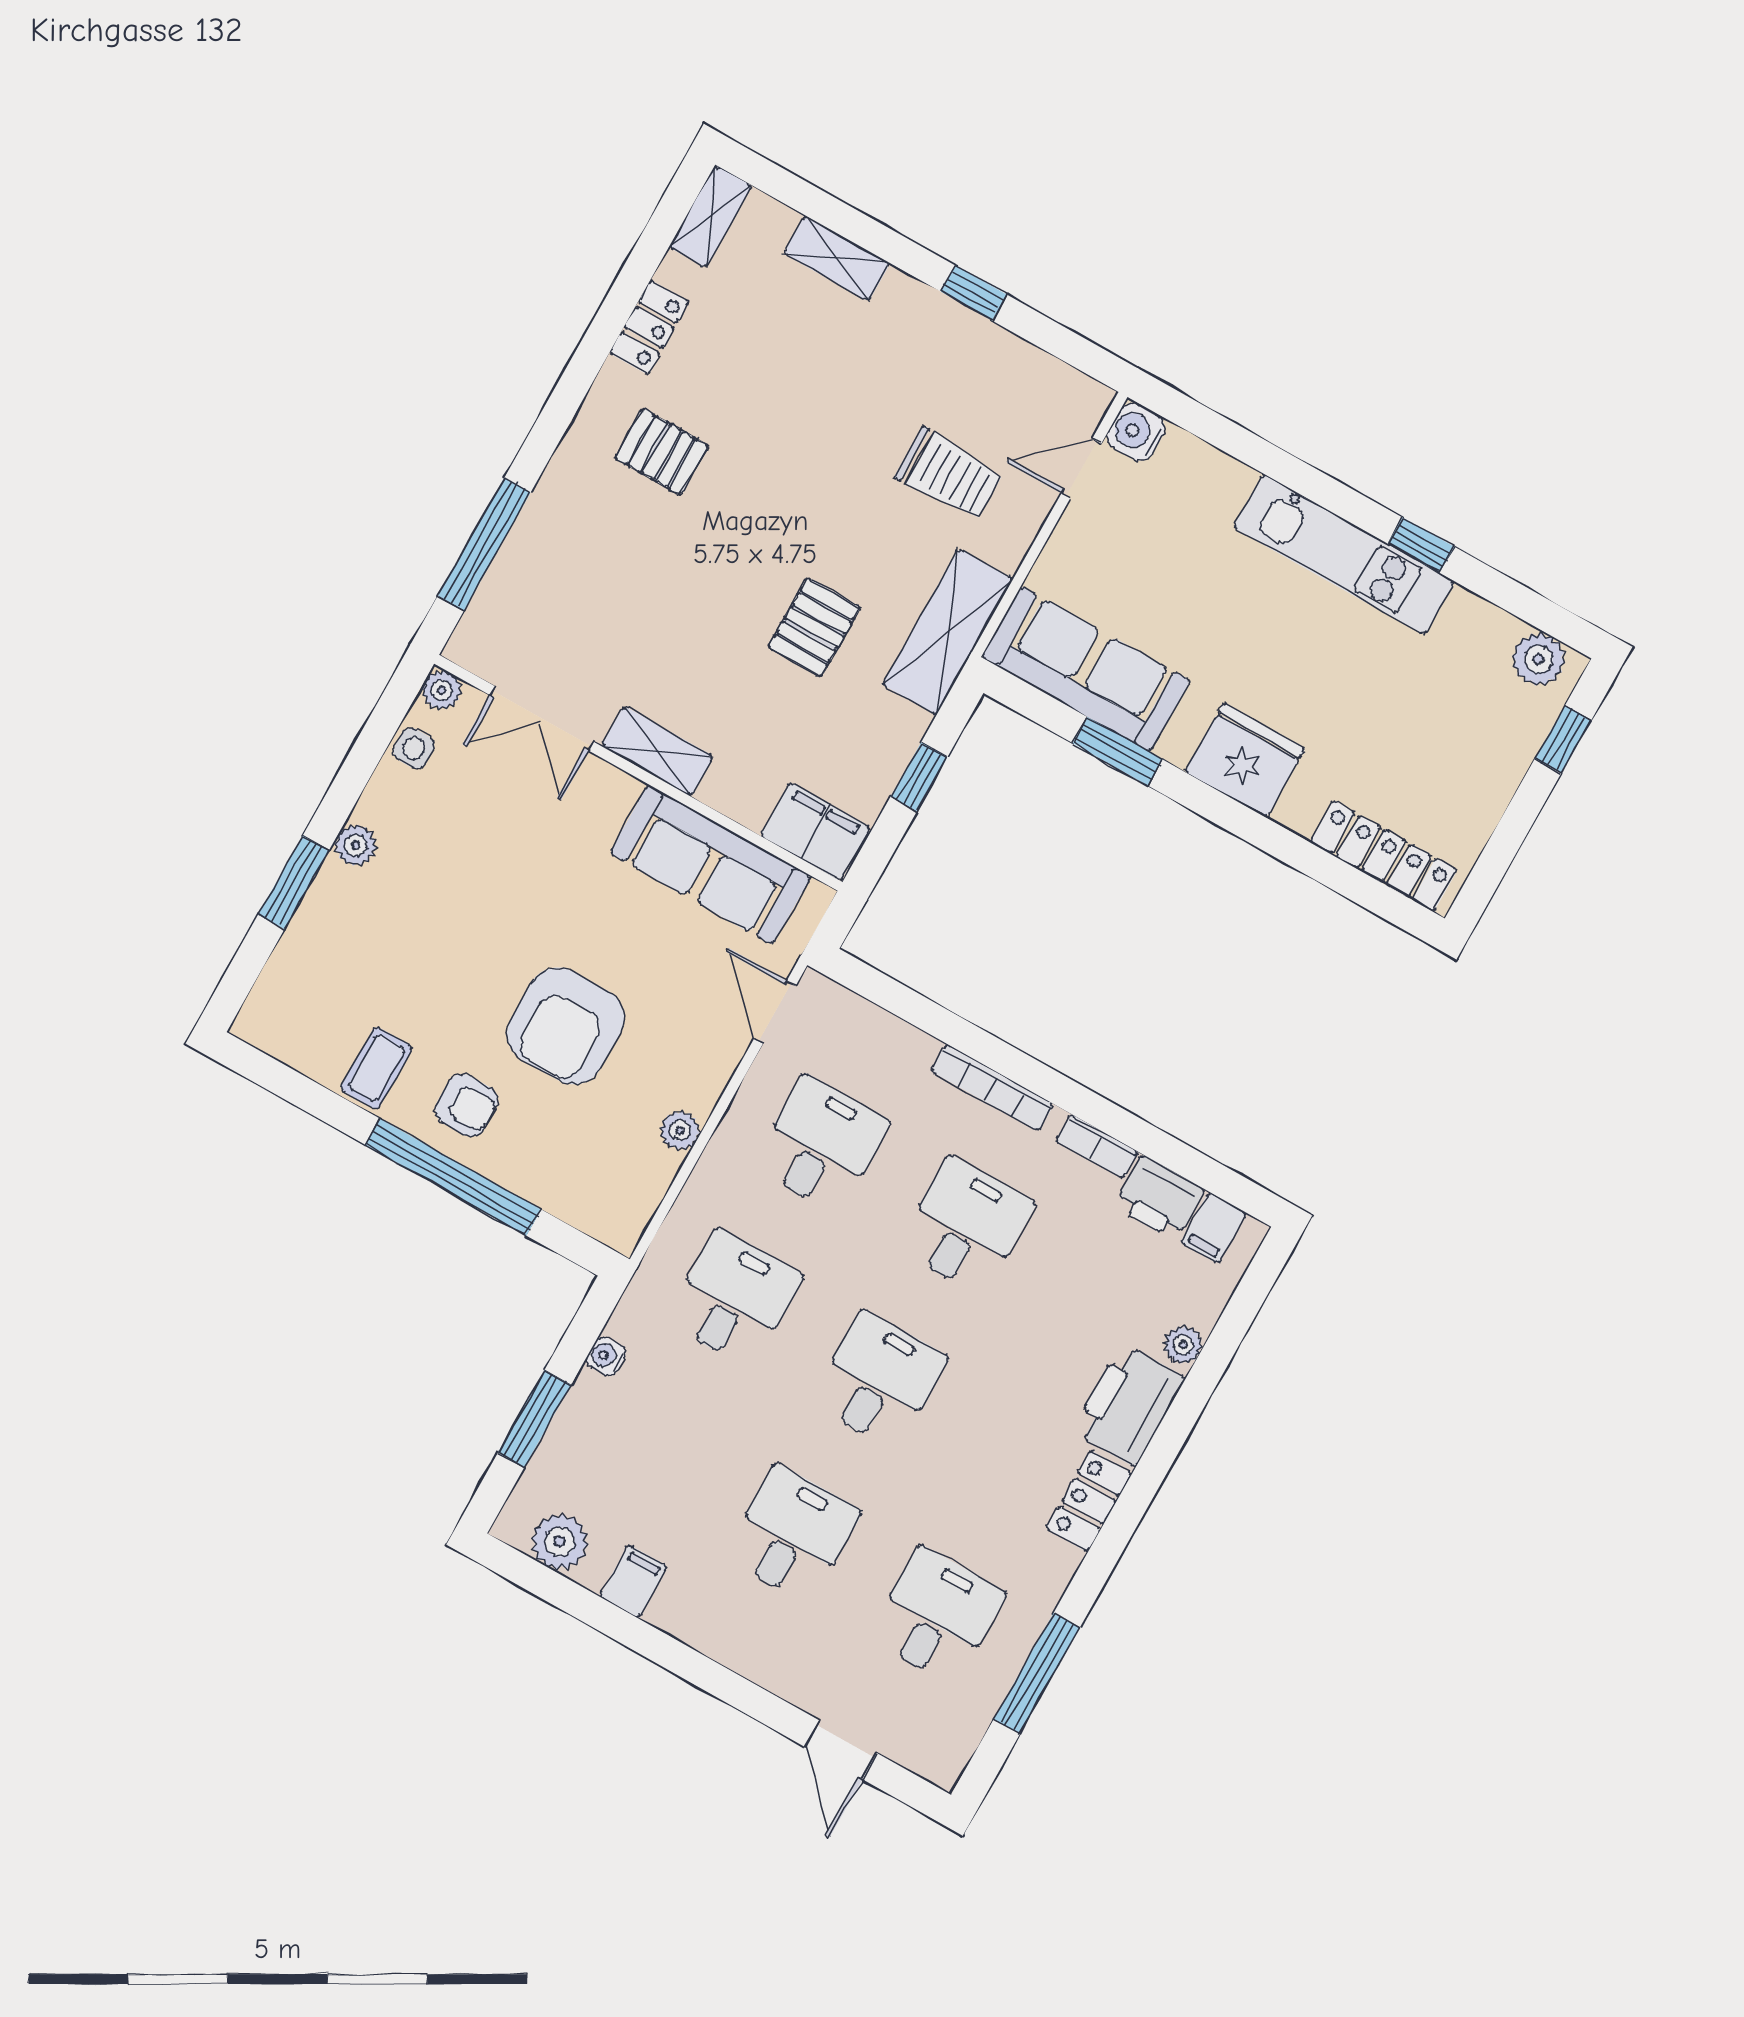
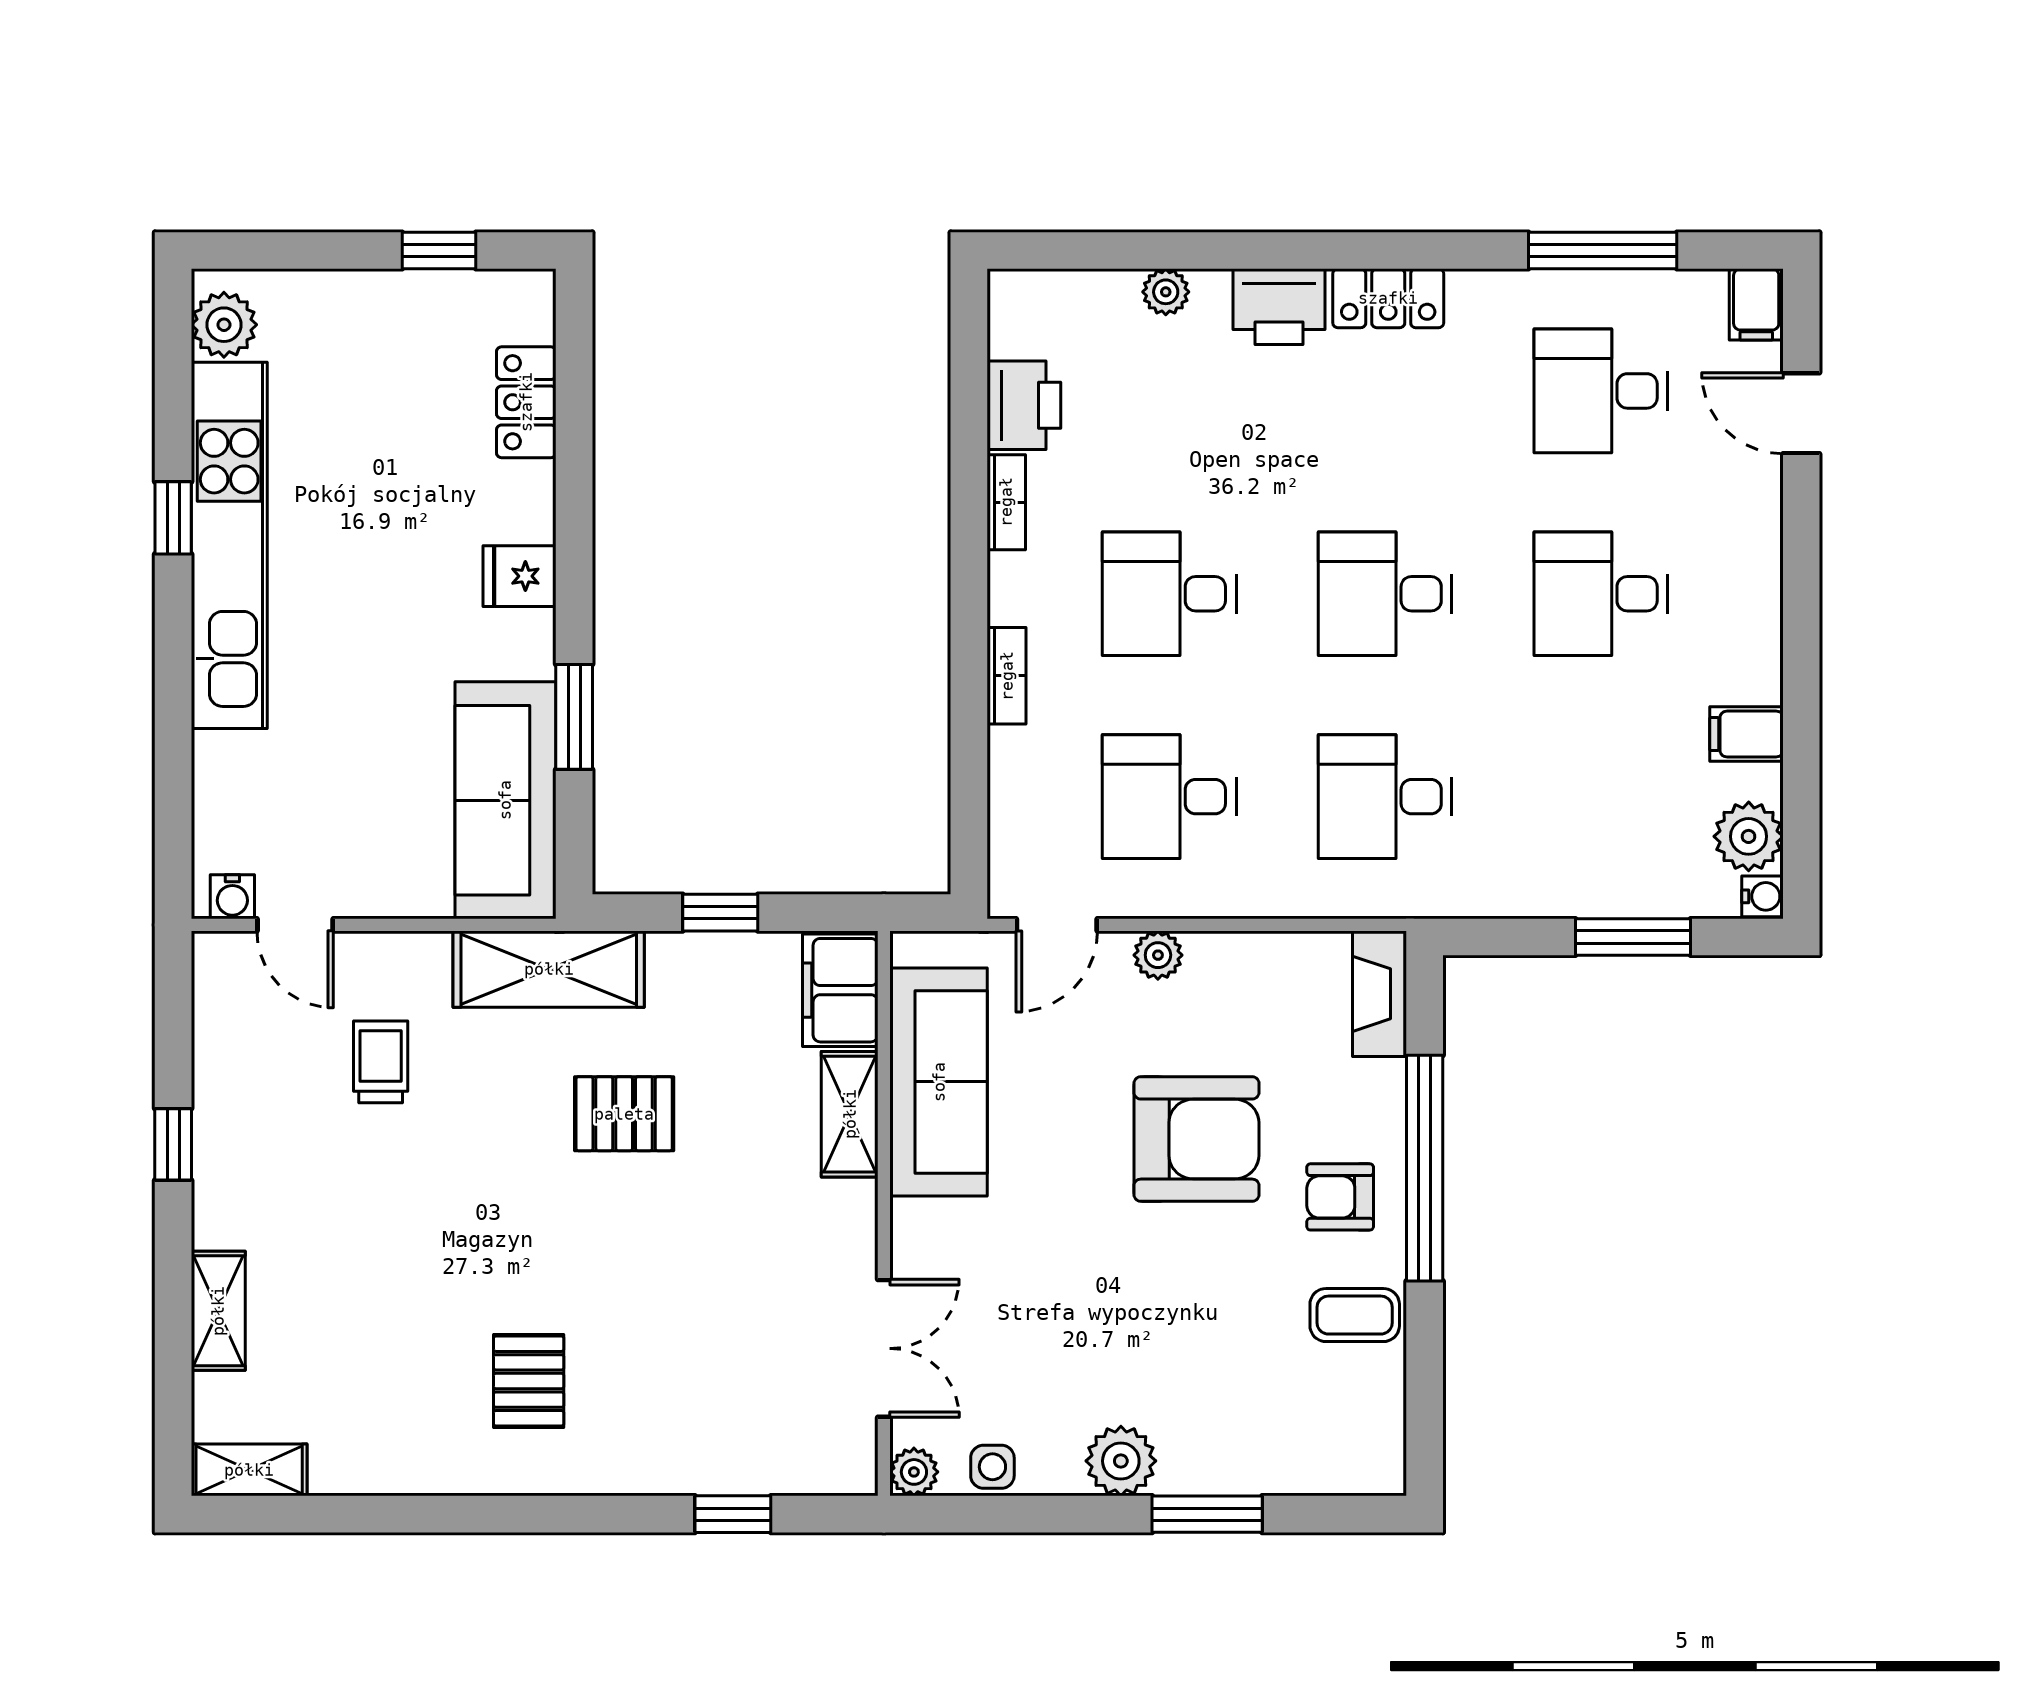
locker: (649, 327) -> (404, 1469), removed
water cooler: (1136, 432) -> (232, 897), width x0.72, depth x0.72
trolley: (949, 474) -> (381, 1062), width x0.73, depth x0.72
window: (484, 544) -> (733, 1514), width x0.46
kitchen unit: (1344, 554) -> (229, 545), width x1.36
window: (1563, 740) -> (439, 251), moved
shelving: (657, 751) -> (850, 1114), moved
fridge: (1245, 760) -> (520, 576), width x0.53, depth x0.75
plant: (356, 845) -> (1121, 1461), width x1.38, depth x1.38
locker: (1384, 856) -> (526, 402), width x0.66
bookcase: (992, 1088) -> (1007, 676), width x0.64
armchair: (467, 1105) -> (1340, 1197), turned -90
plant: (680, 1130) -> (1158, 955), moved
fireplace: (596, 1215) -> (1380, 994), added
filing cabinet: (1214, 1228) -> (1756, 304), moved, turned 90
water cooler: (606, 1356) -> (1762, 896), moved, turned -90
printer: (1128, 1405) -> (1279, 307), width x0.73, depth x0.84
door: (841, 1750) -> (1801, 413), swing flipped

